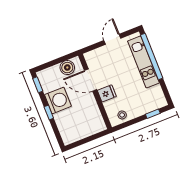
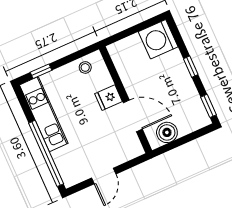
kitchen unit: (143, 62) -> (44, 114), moved
washing machine: (58, 100) -> (158, 39), moved

